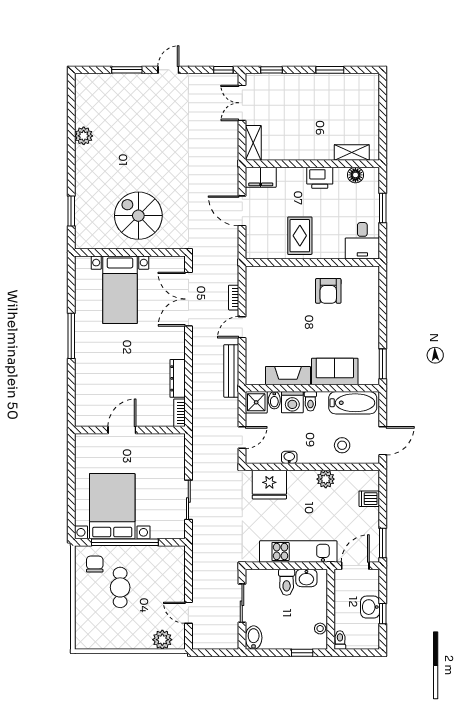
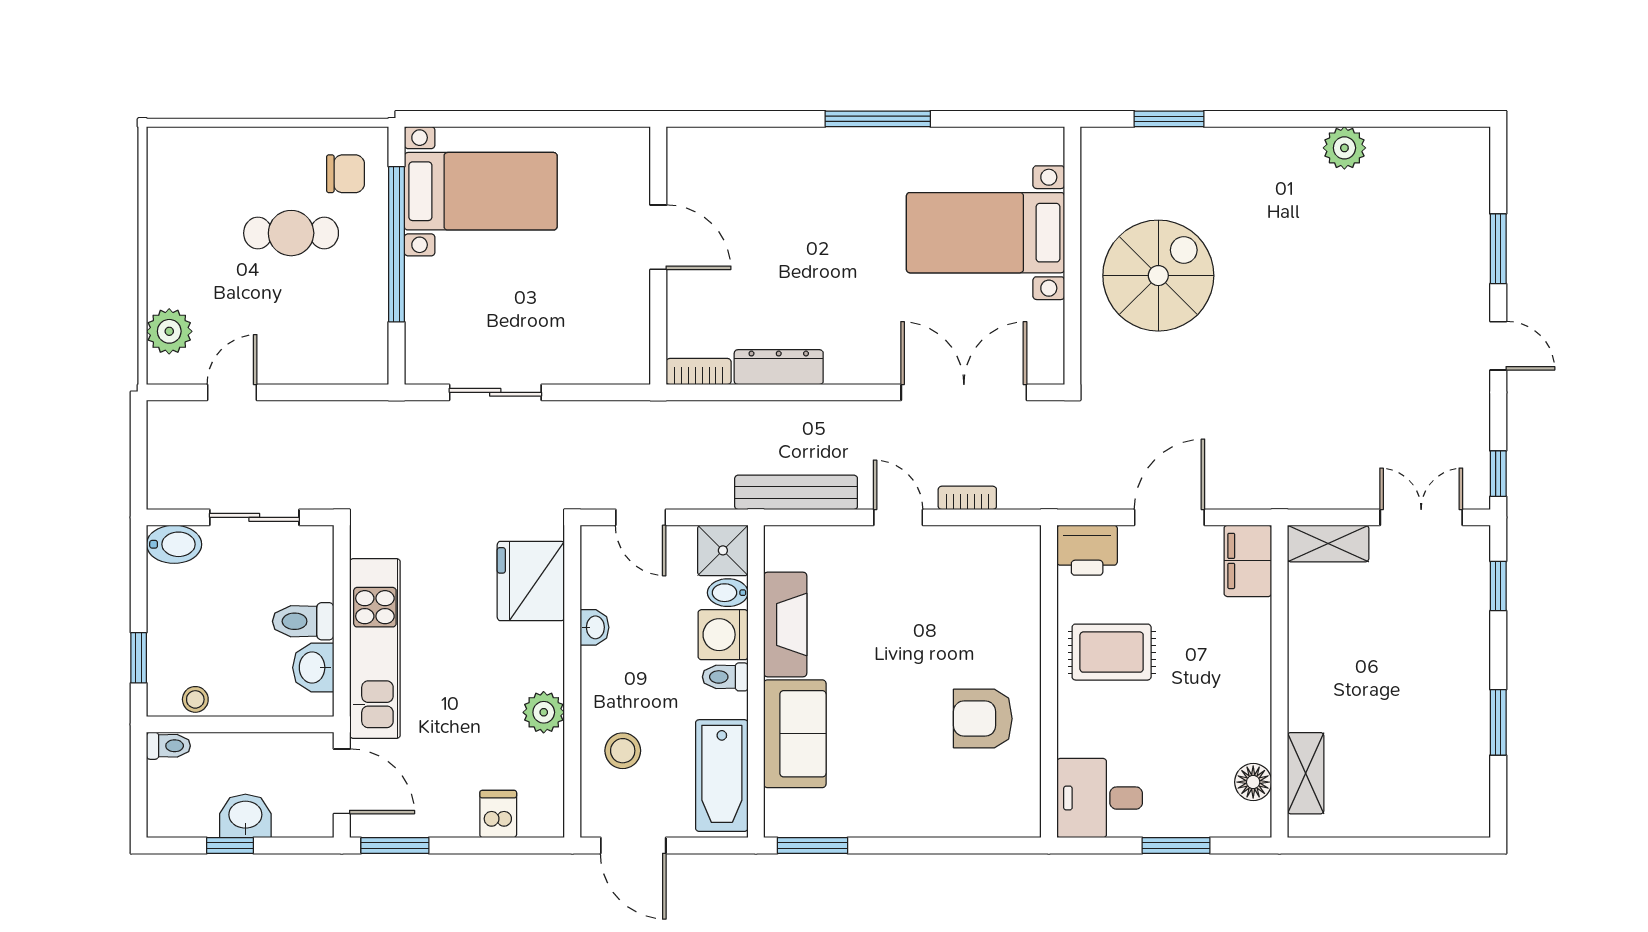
printer: (320, 178) -> (1087, 550), moved, turned -90
bed with nightstands: (112, 506) -> (481, 191), width x0.73

